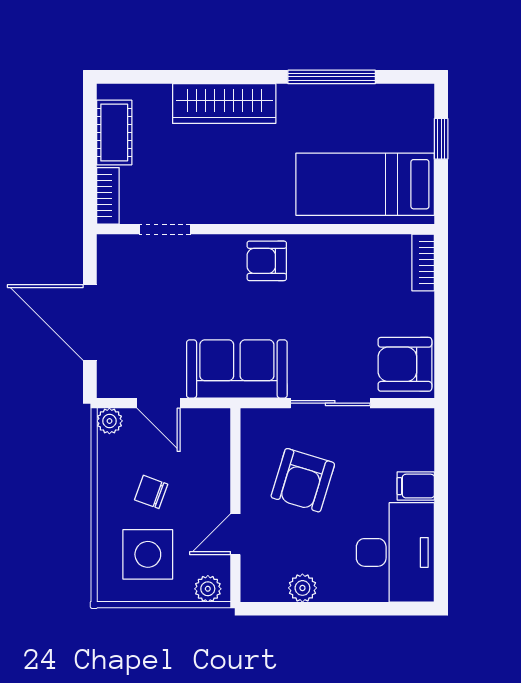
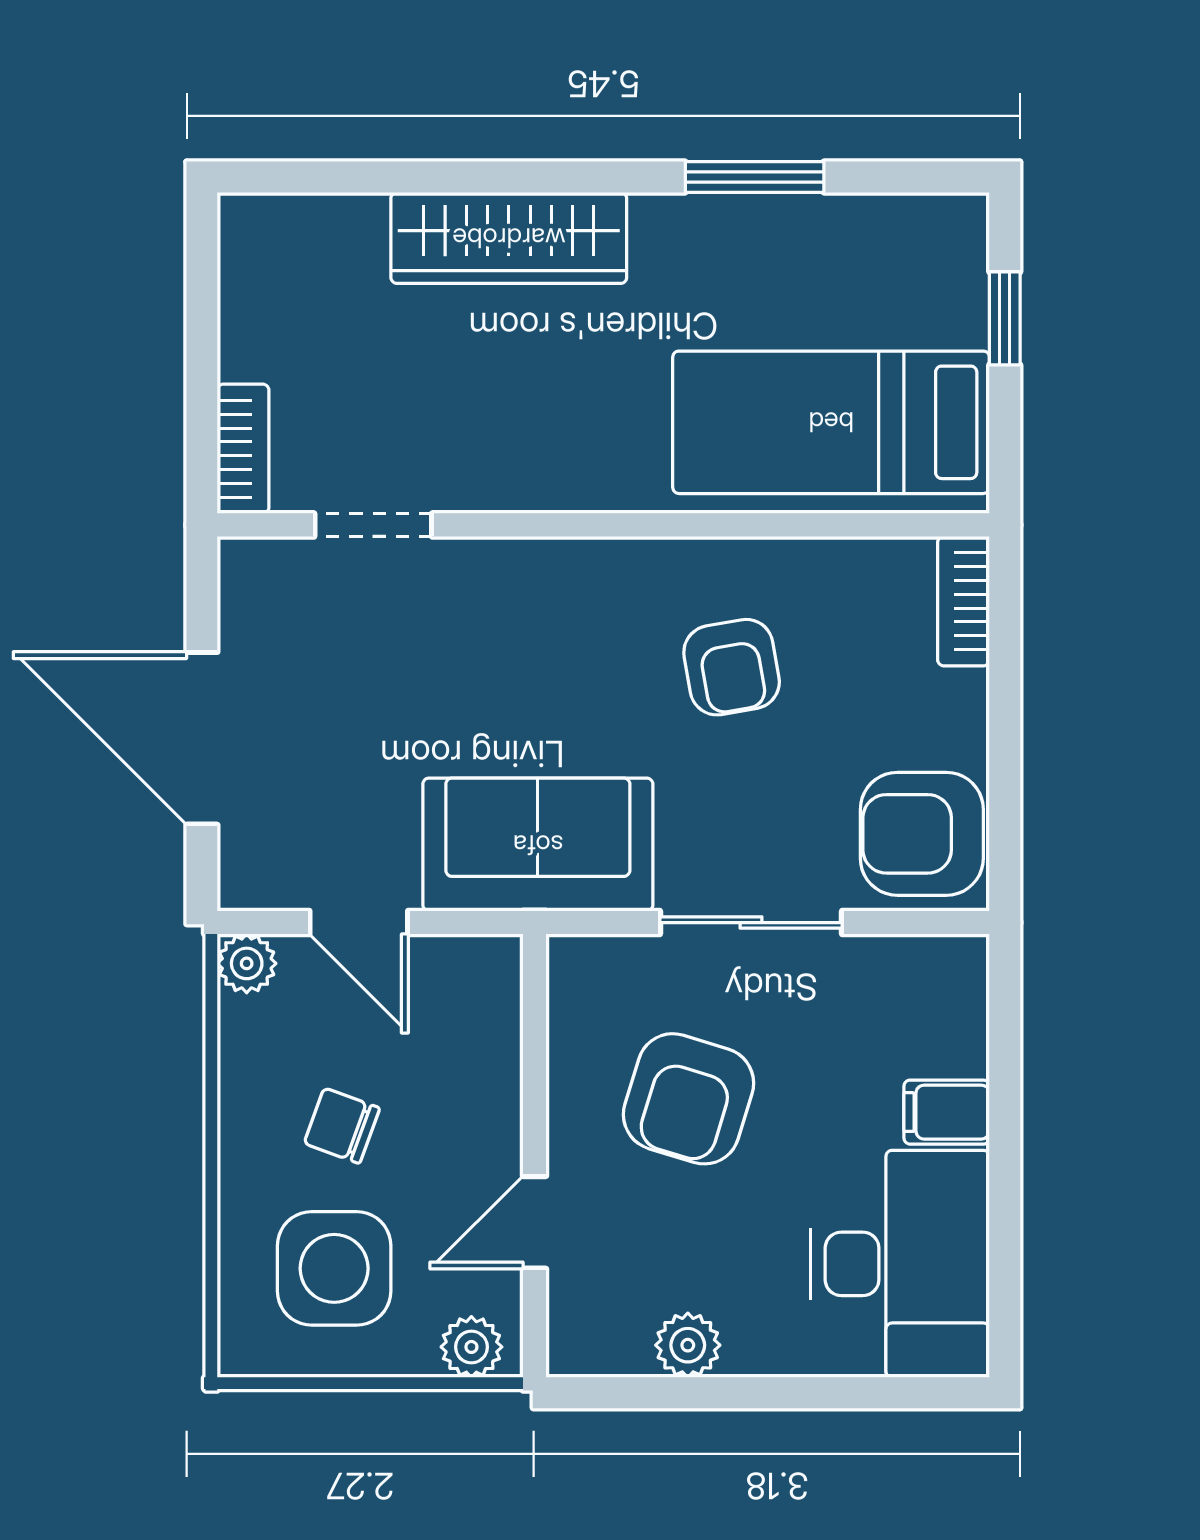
window: (332, 77) -> (755, 177), width x0.69
cot: (114, 133) -> (257, 304), removed
armchair: (267, 261) -> (732, 667), moved, turned -100

